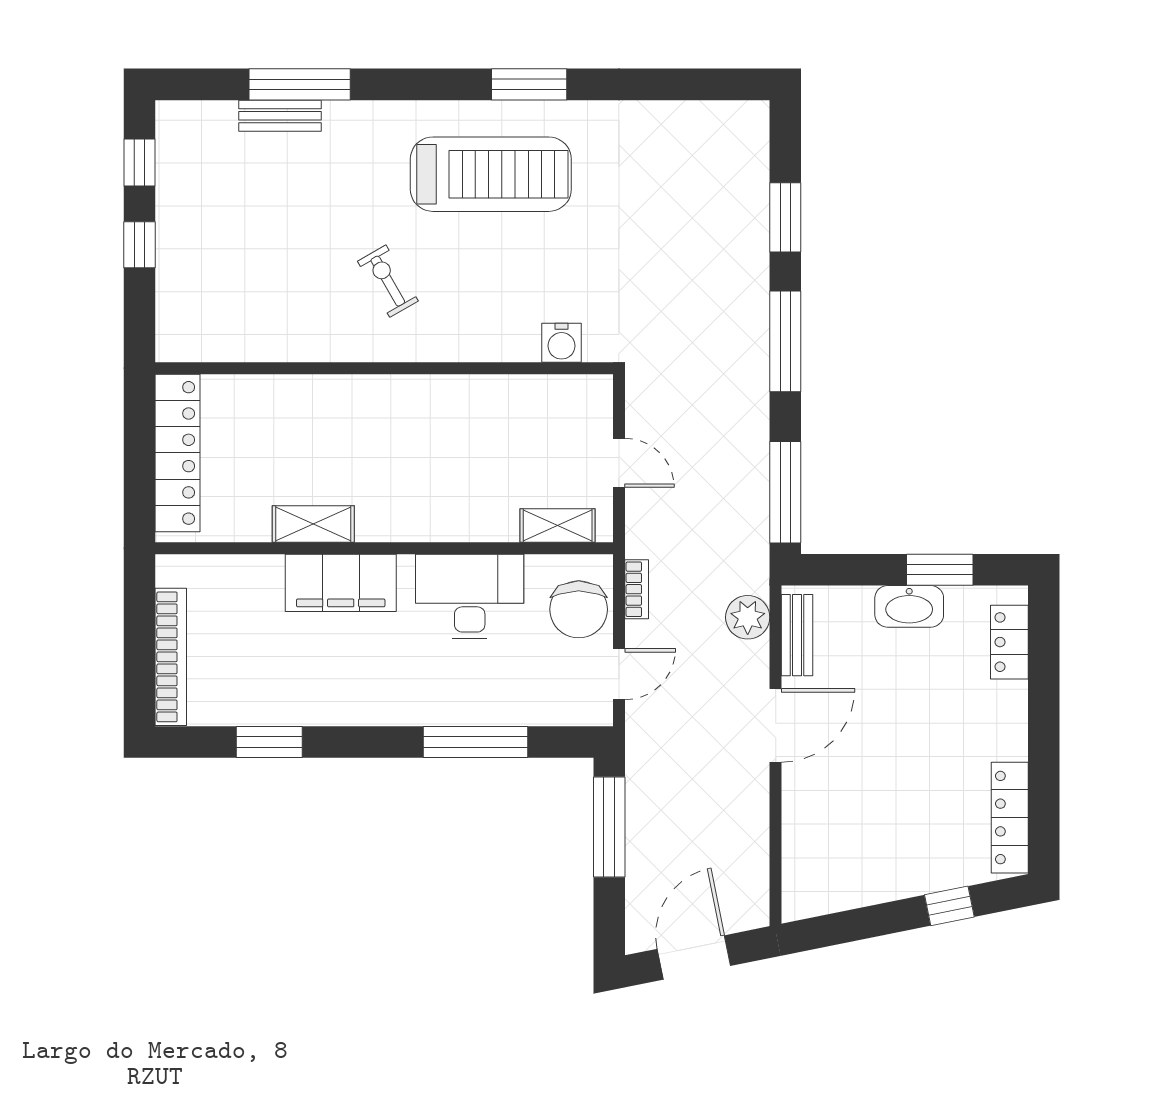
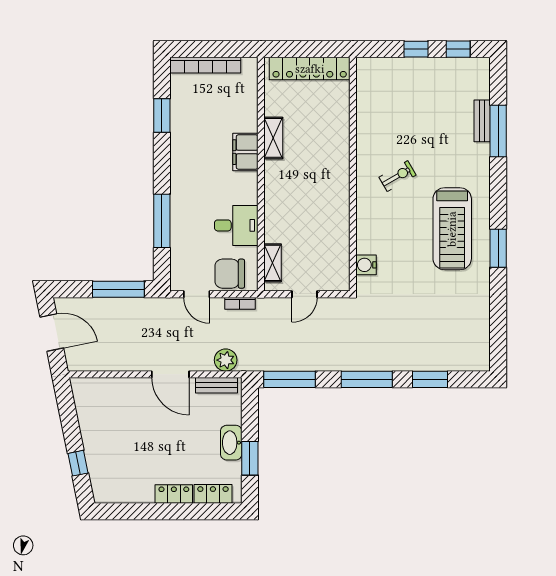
filing cabinet: (341, 583) -> (245, 152), width x0.67, depth x0.86
desk: (470, 597) -> (236, 225), width x0.73
locker: (1010, 818) -> (174, 494), moved, width x0.66

